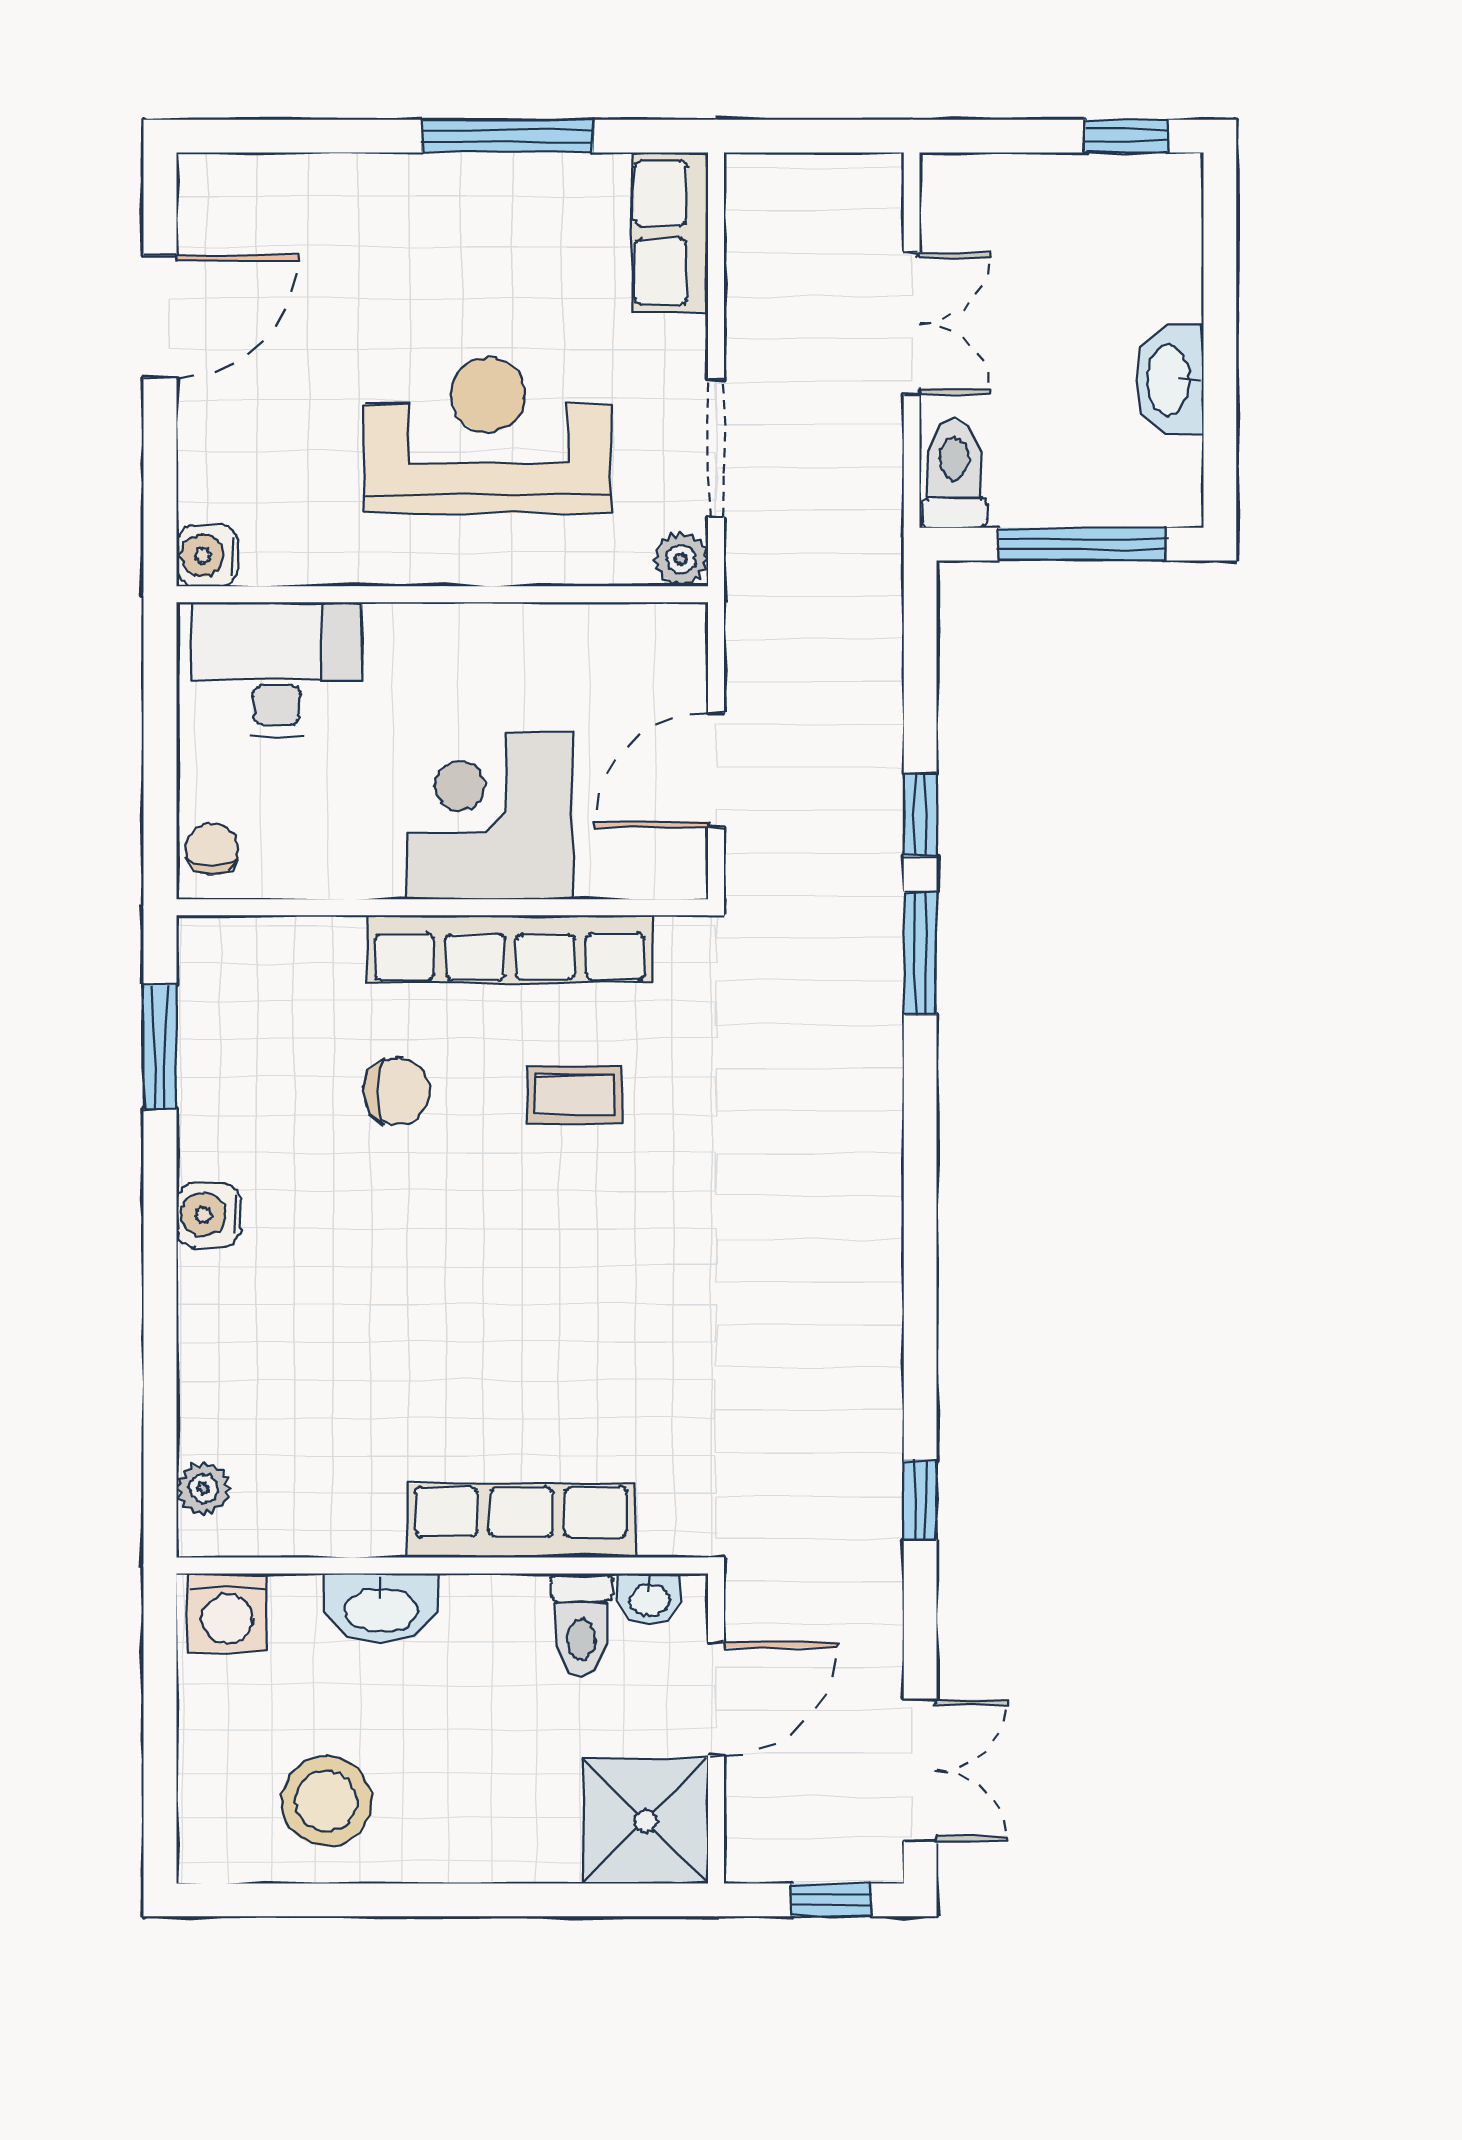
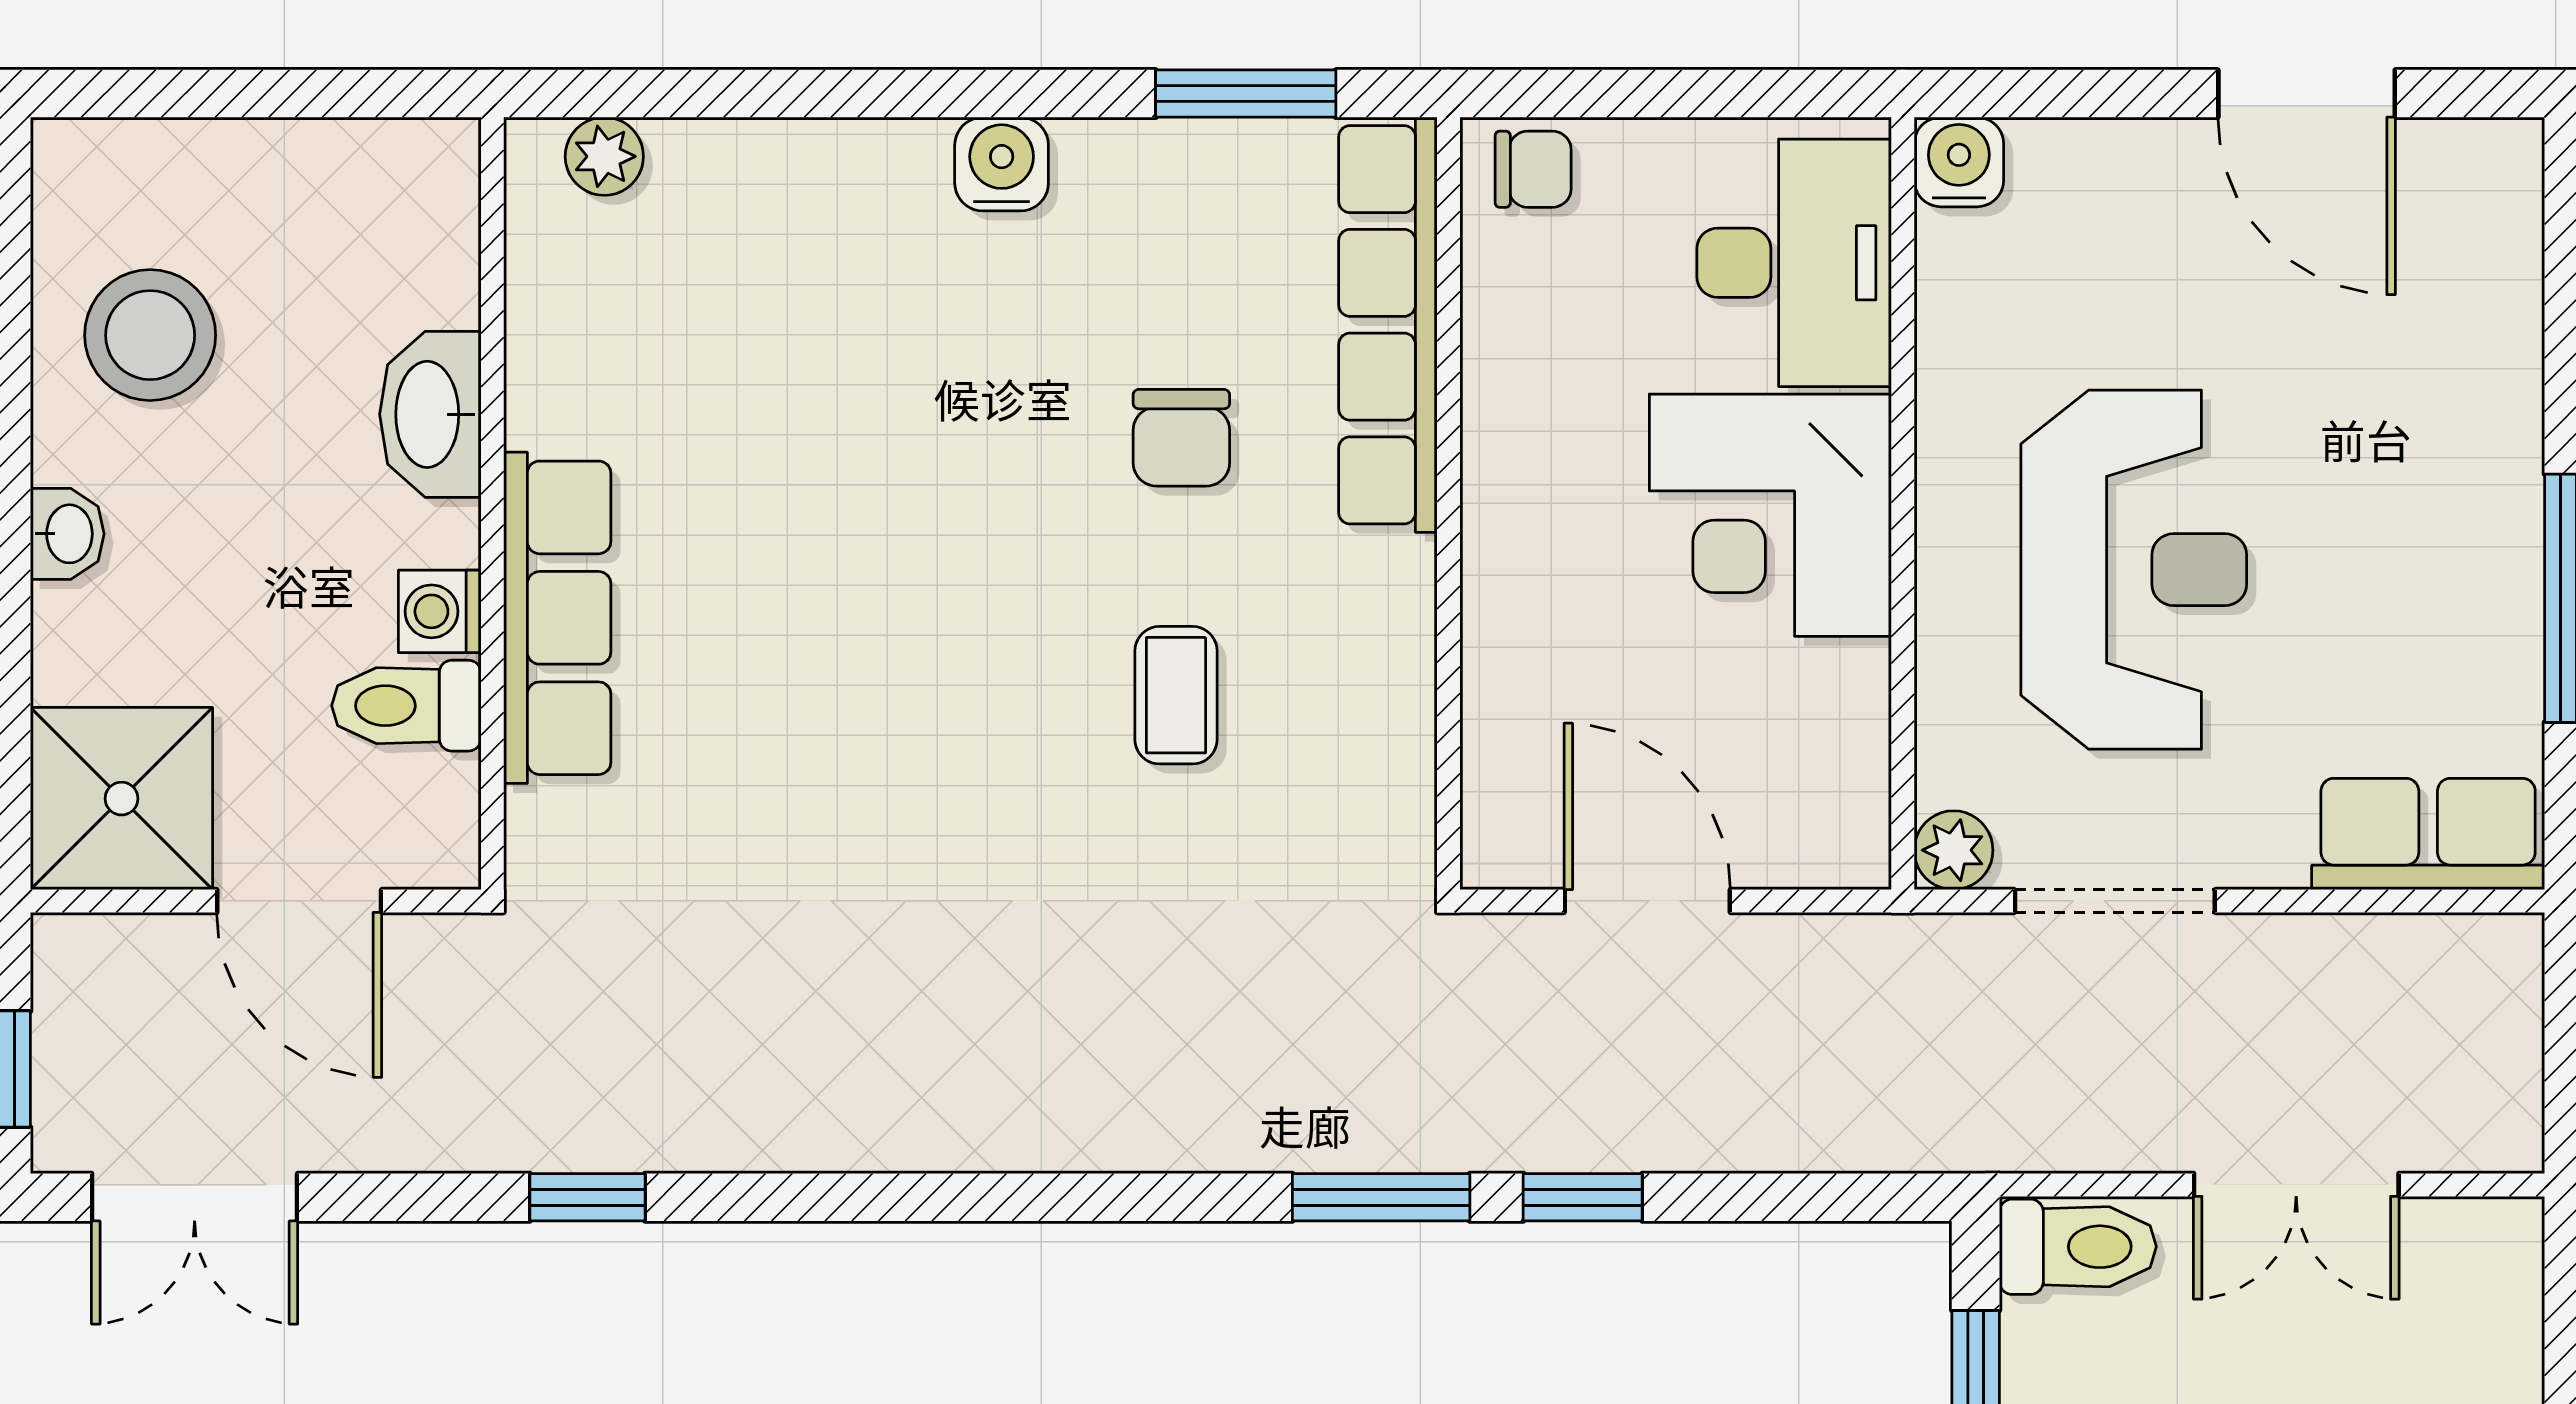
corner desk: (490, 816) -> (1770, 515), moved, turned 180
row of seats: (510, 949) -> (1388, 325), moved
washbasin: (649, 1599) -> (67, 534), moved, turned 180
washing machine: (227, 1613) -> (440, 611), moved, width x0.73, depth x0.73

